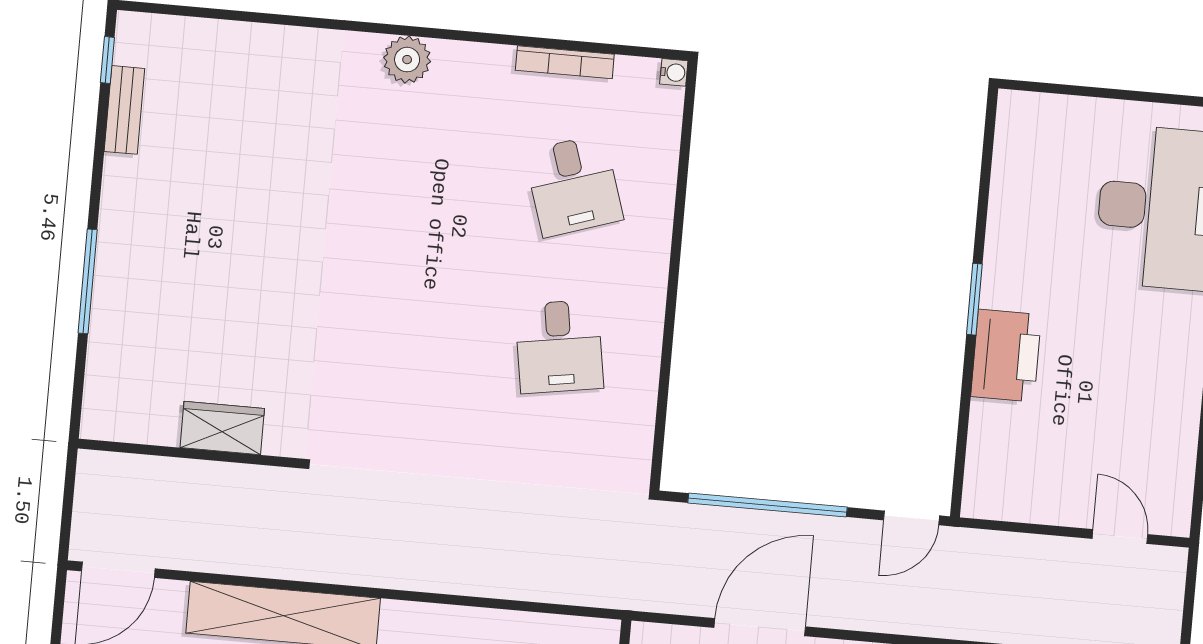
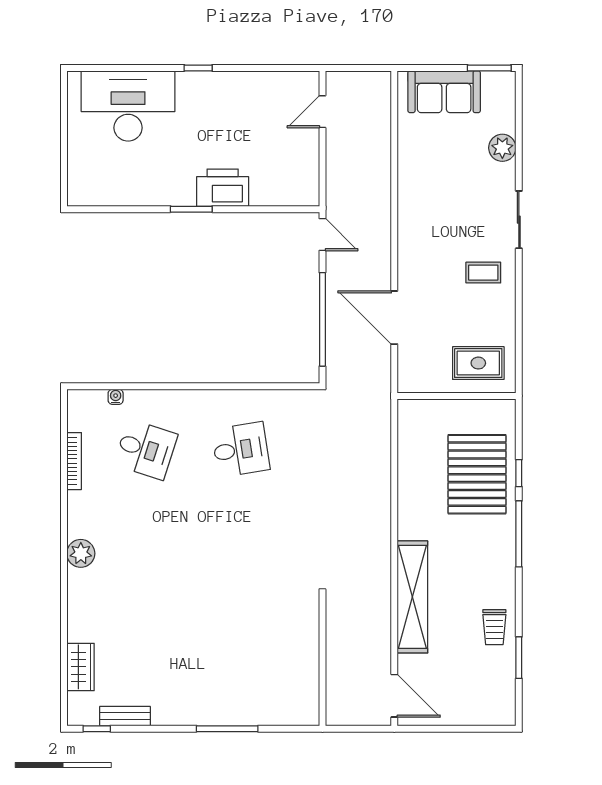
water cooler: (674, 72) -> (116, 397), moved
desk: (574, 186) -> (146, 449), turned 36
wardrobe: (222, 428) -> (81, 667), moved, turned 180

